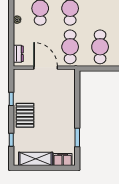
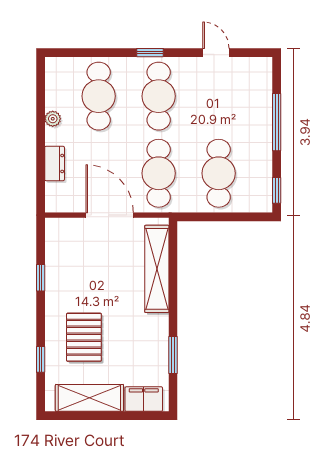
dresser: (18, 54) -> (55, 163), moved
shelving: (69, 95) -> (157, 269), added
pallet: (25, 115) -> (84, 337), moved

